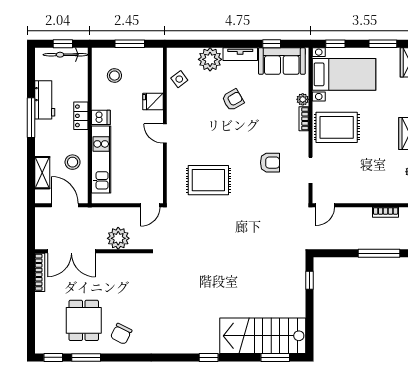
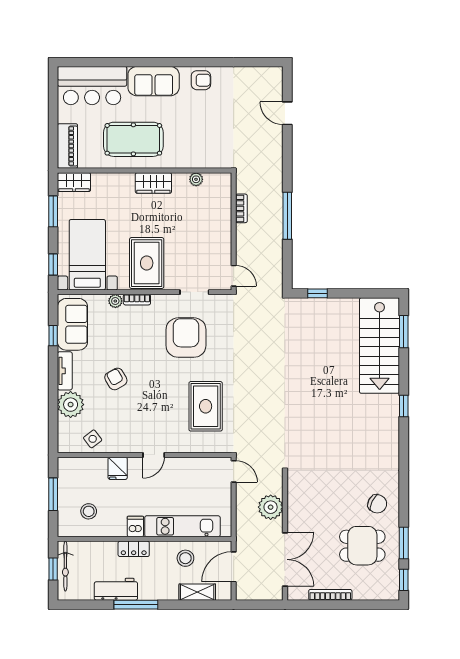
armchair: (270, 163) -> (186, 338), width x1.88, depth x1.88
bookcase: (40, 272) -> (330, 595), moved

